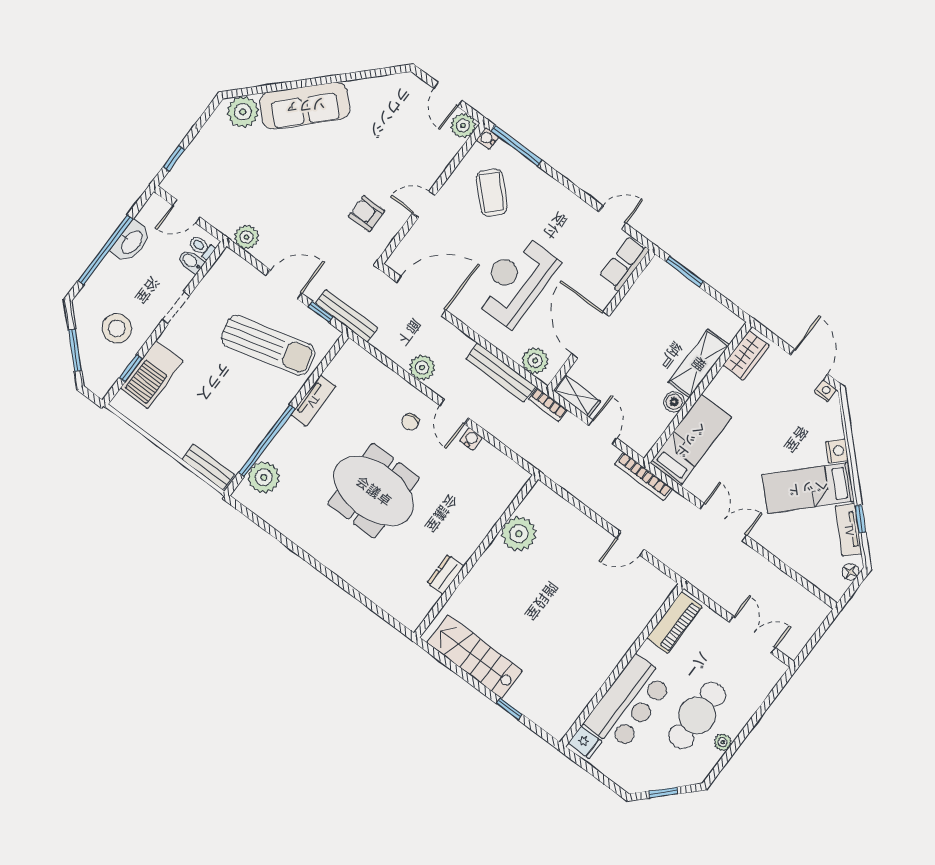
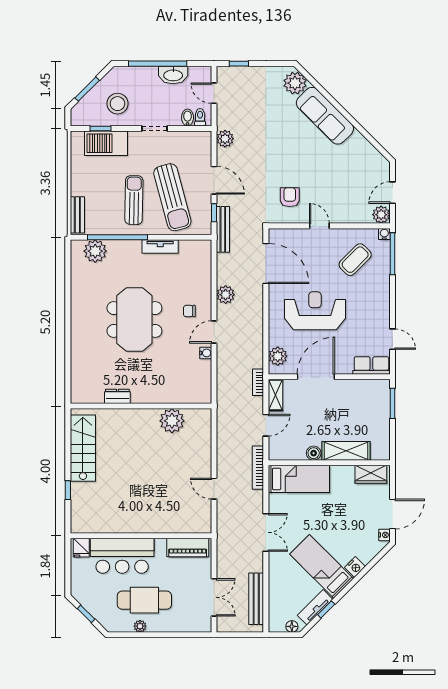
bench: (501, 373) -> (256, 599), moved
sun lounger: (239, 391) -> (134, 200), added

